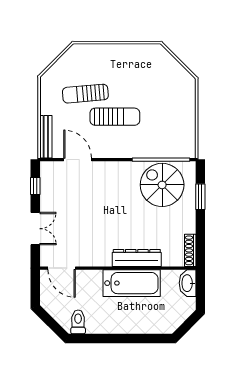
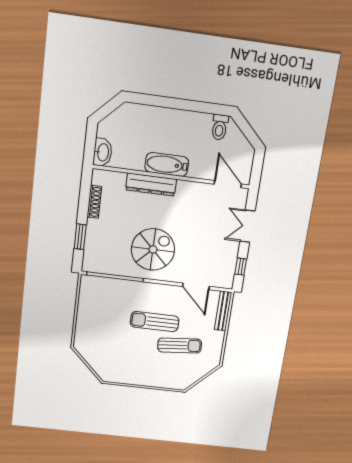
spiral stairs: (162, 185) -> (153, 249), moved, turned -90
shoe rack: (190, 250) -> (94, 202), moved
bathtub: (132, 283) -> (167, 164), width x0.73, depth x0.73

